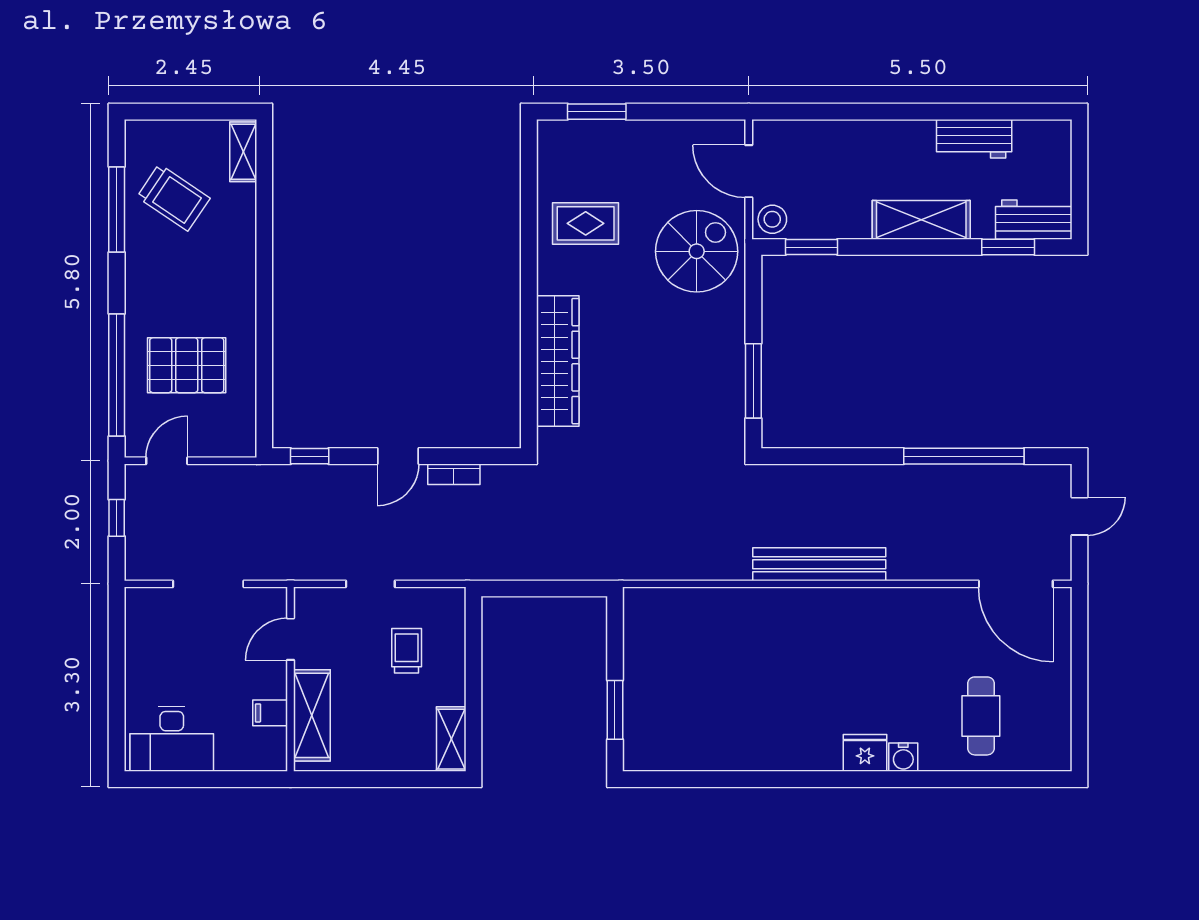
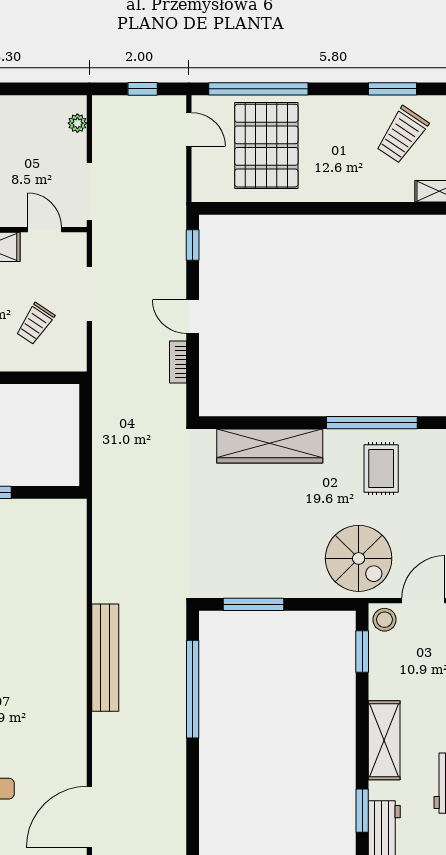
window: (117, 209) -> (392, 89), width x0.69
window: (529, 235) -> (372, 423), added
pallet: (187, 365) -> (266, 146), width x1.37, depth x1.41
window: (964, 456) -> (193, 689), moved
doorway: (208, 584) -> (89, 191), moved
doorway: (370, 584) -> (89, 294), width x1.38
plant: (159, 599) -> (77, 123), added
trolley: (407, 651) -> (35, 324), turned 124

